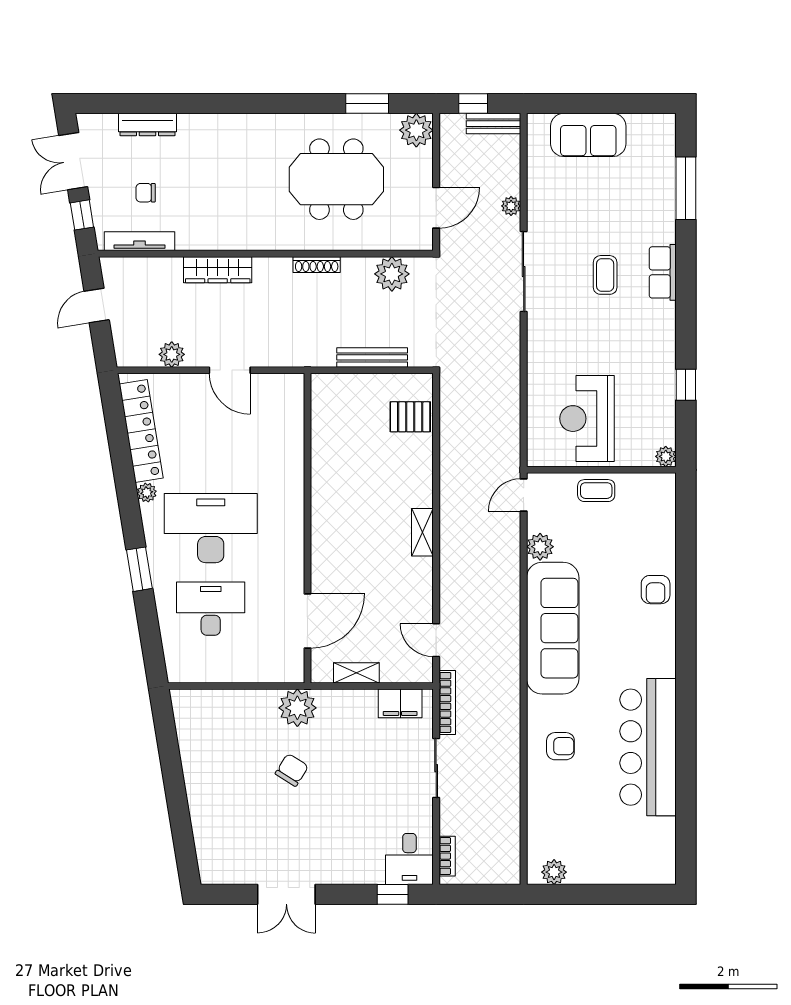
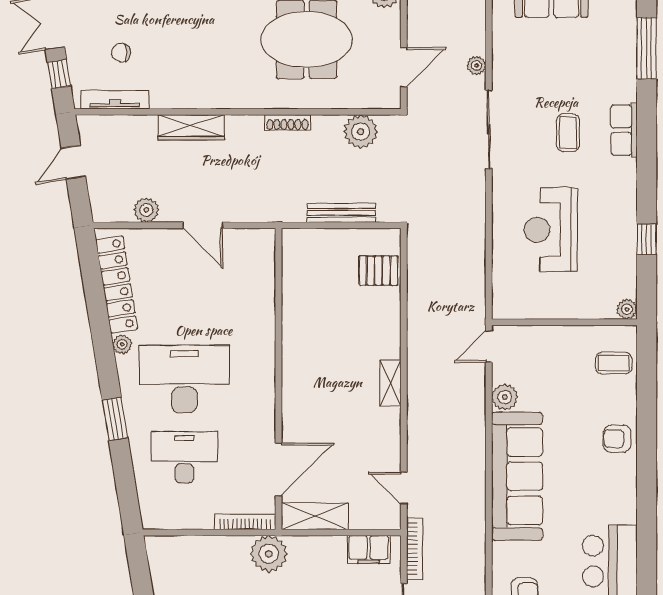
reception desk: (587, 419) -> (551, 230), moved
coffee table: (596, 491) -> (614, 363), moved
armchair: (656, 590) -> (617, 439), turned 90
shelving: (356, 673) -> (315, 516), width x1.50, depth x1.33
bookcase: (273, 675) -> (245, 522), added

